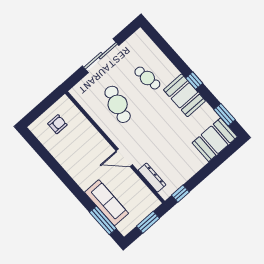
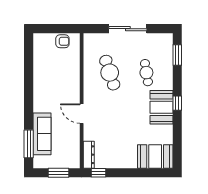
cafe table: (118, 104) -> (110, 73), turned -33
window: (224, 115) -> (177, 55), moved
armchair: (57, 124) -> (62, 41), moved
dresser: (152, 178) -> (89, 155), moved

